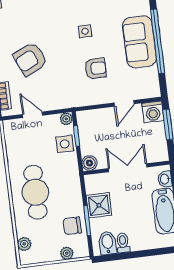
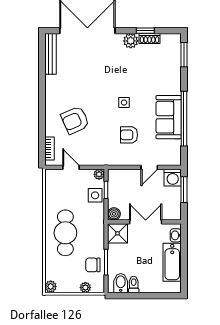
armchair: (96, 68) -> (129, 135), turned 180
shower: (99, 205) -> (117, 233), moved
plant: (24, 244) -> (51, 286), moved

